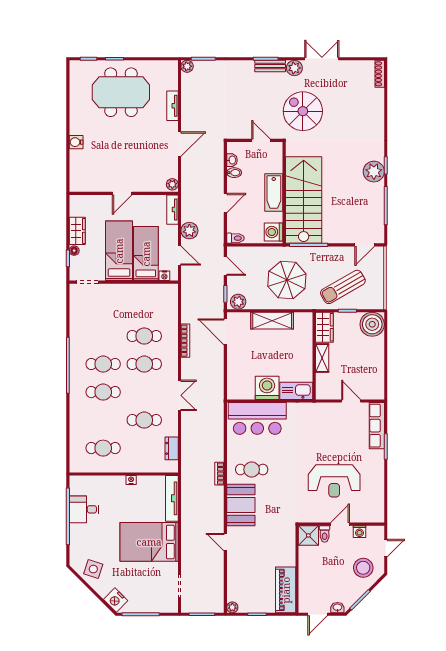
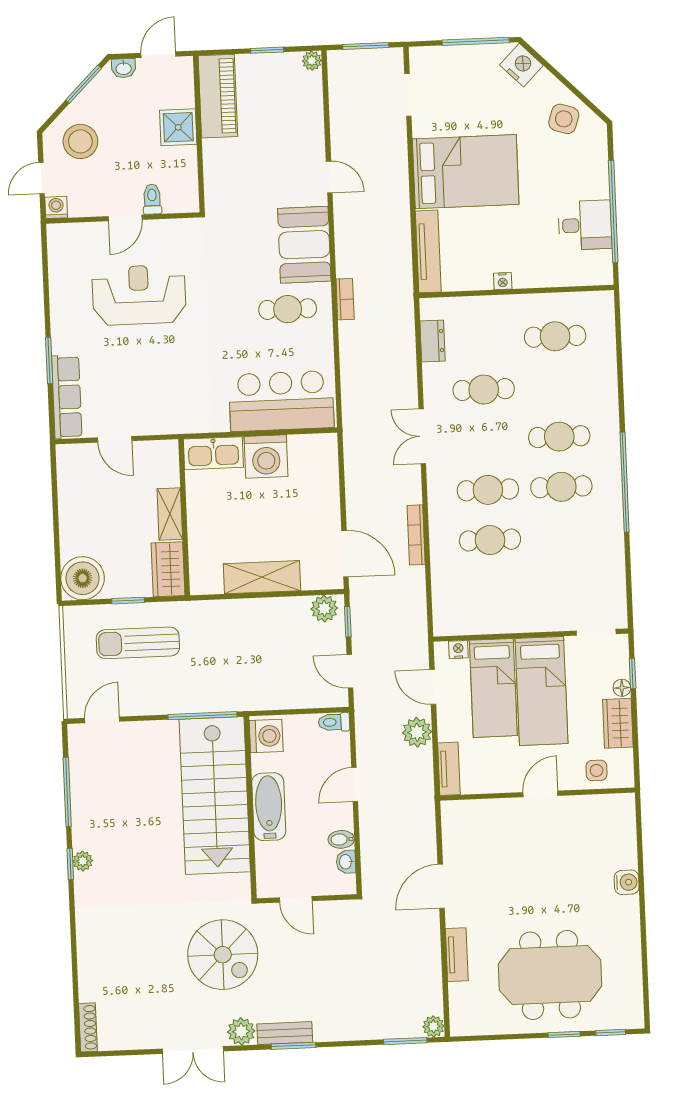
plant: (374, 172) -> (83, 861), width x0.53, depth x0.53
plant: (172, 184) -> (451, 814), removed
side table: (90, 205) -> (597, 770), added
parasol: (287, 280) -> (239, 651), removed
sun lounger: (343, 287) -> (138, 643), turned -150
washing machine: (359, 532) -> (56, 207), moved
shower: (308, 535) -> (178, 127), moved

